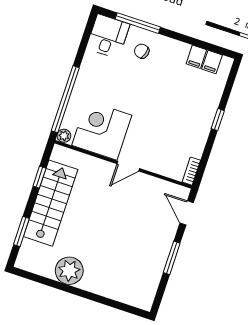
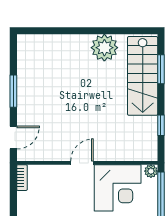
stairs: (51, 203) -> (143, 76), moved
door: (187, 213) -> (13, 138), hinge flipped

